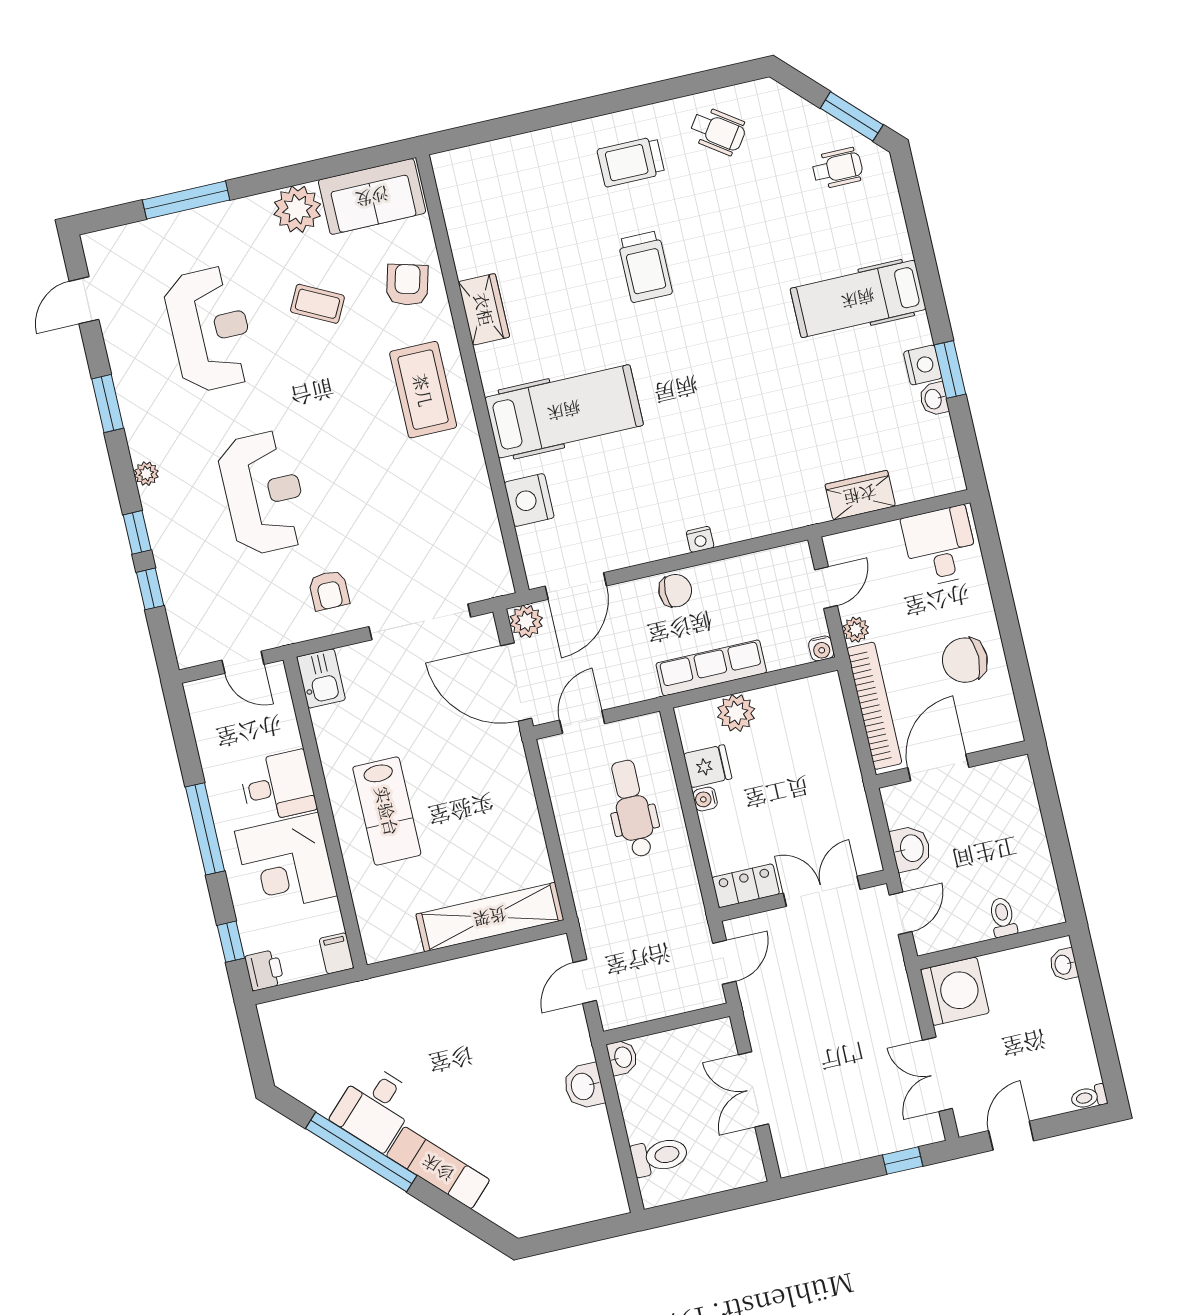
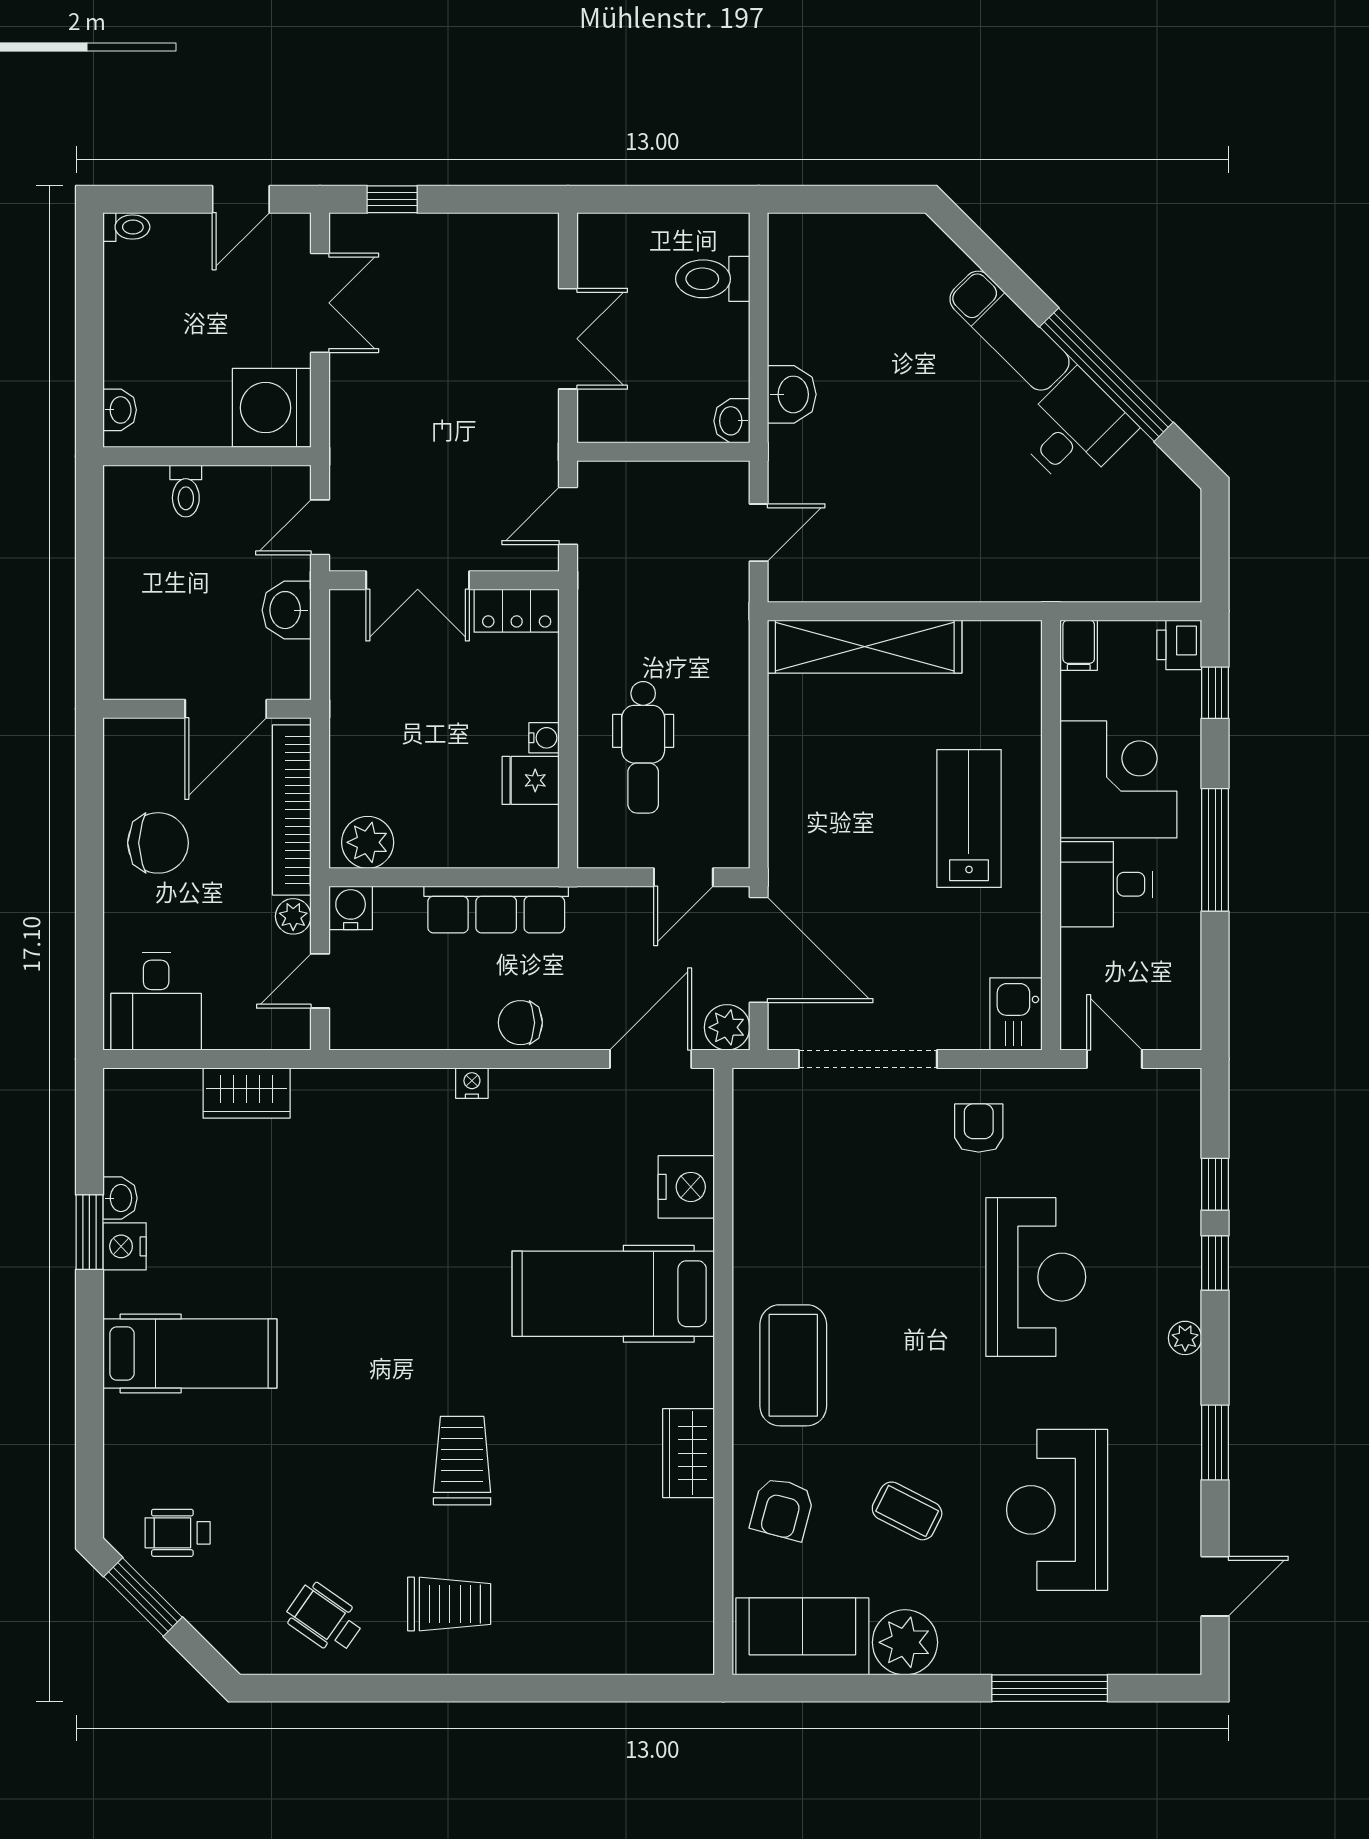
reception desk: (263, 493) -> (1036, 1277), turned 180
water cooler: (821, 648) -> (351, 908), width x1.38, depth x1.38
plant: (736, 713) -> (368, 842), moved

